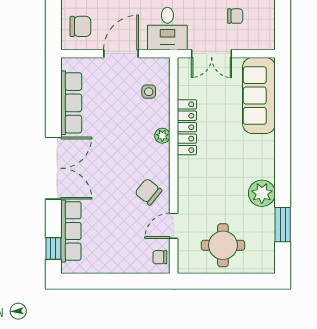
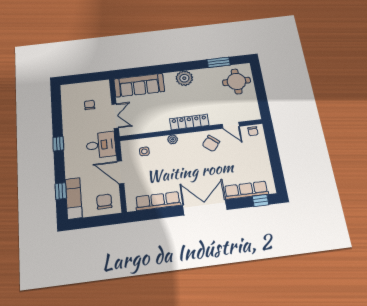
locker: (187, 127) -> (189, 122), moved
plant: (262, 193) -> (184, 78), moved
round table: (223, 245) -> (237, 81), moved

